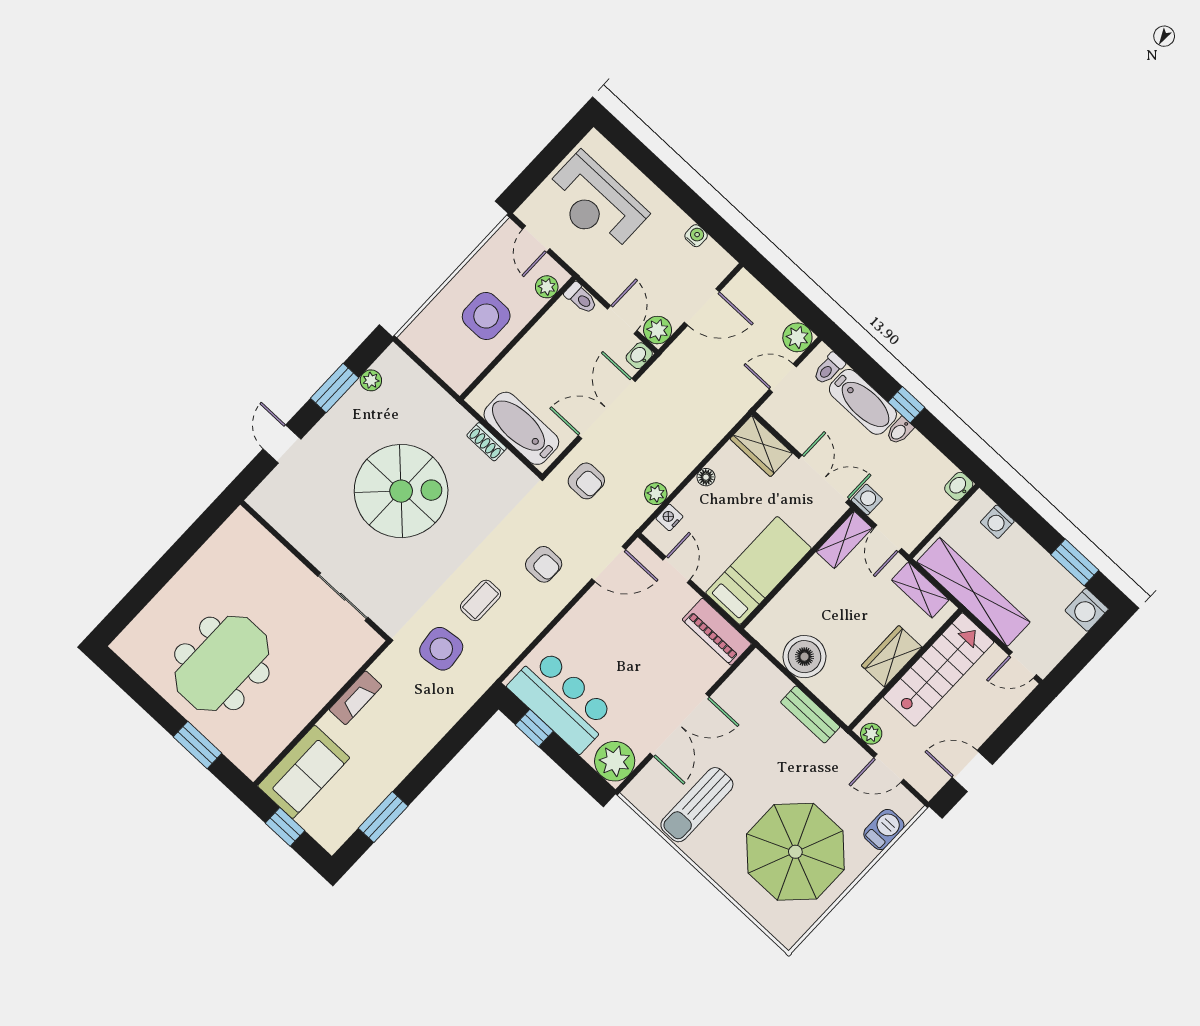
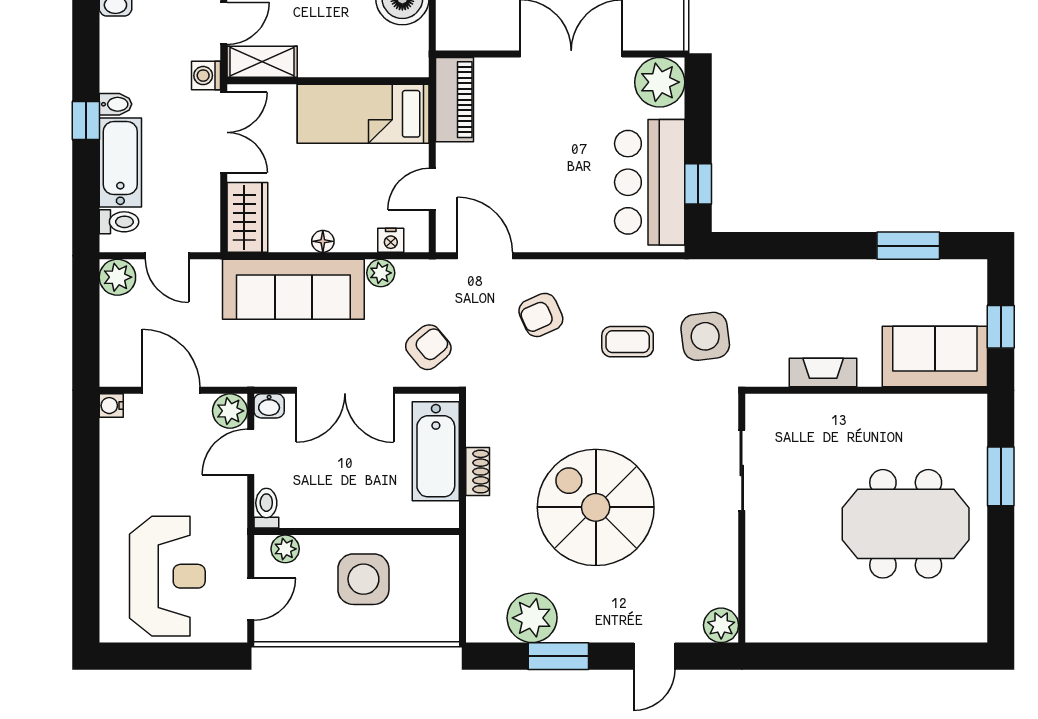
water cooler: (696, 236) -> (111, 406), moved
plant: (371, 380) -> (532, 618), width x1.88, depth x1.88
sofa: (694, 434) -> (293, 289), added
double door: (824, 479) -> (224, 132), swing flipped
armchair: (586, 481) -> (428, 347), turned 50
plant: (264, 500) -> (721, 625), added
armchair: (544, 564) -> (541, 315), turned -114

